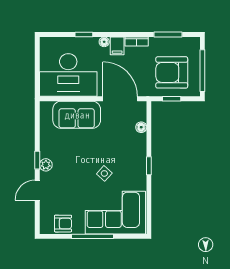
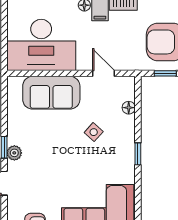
door: (120, 99) -> (104, 73), width x0.53
side table: (104, 173) -> (94, 132), moved

